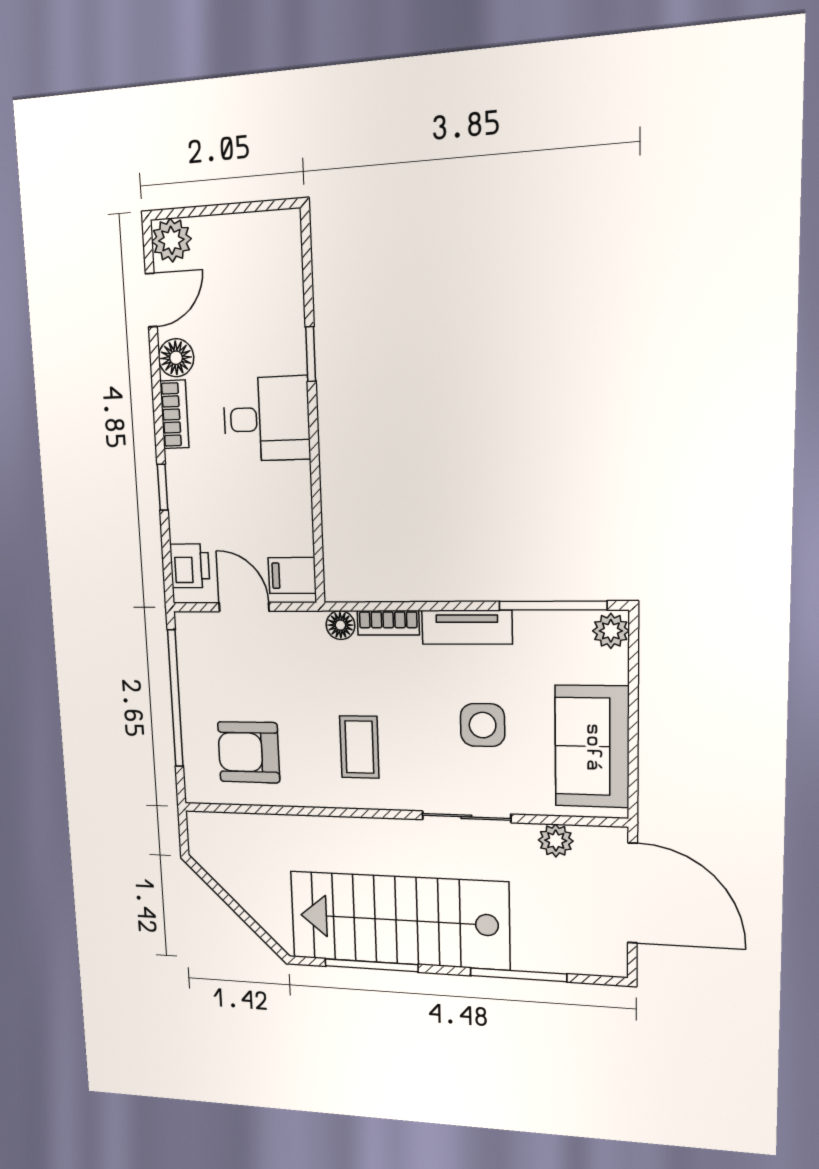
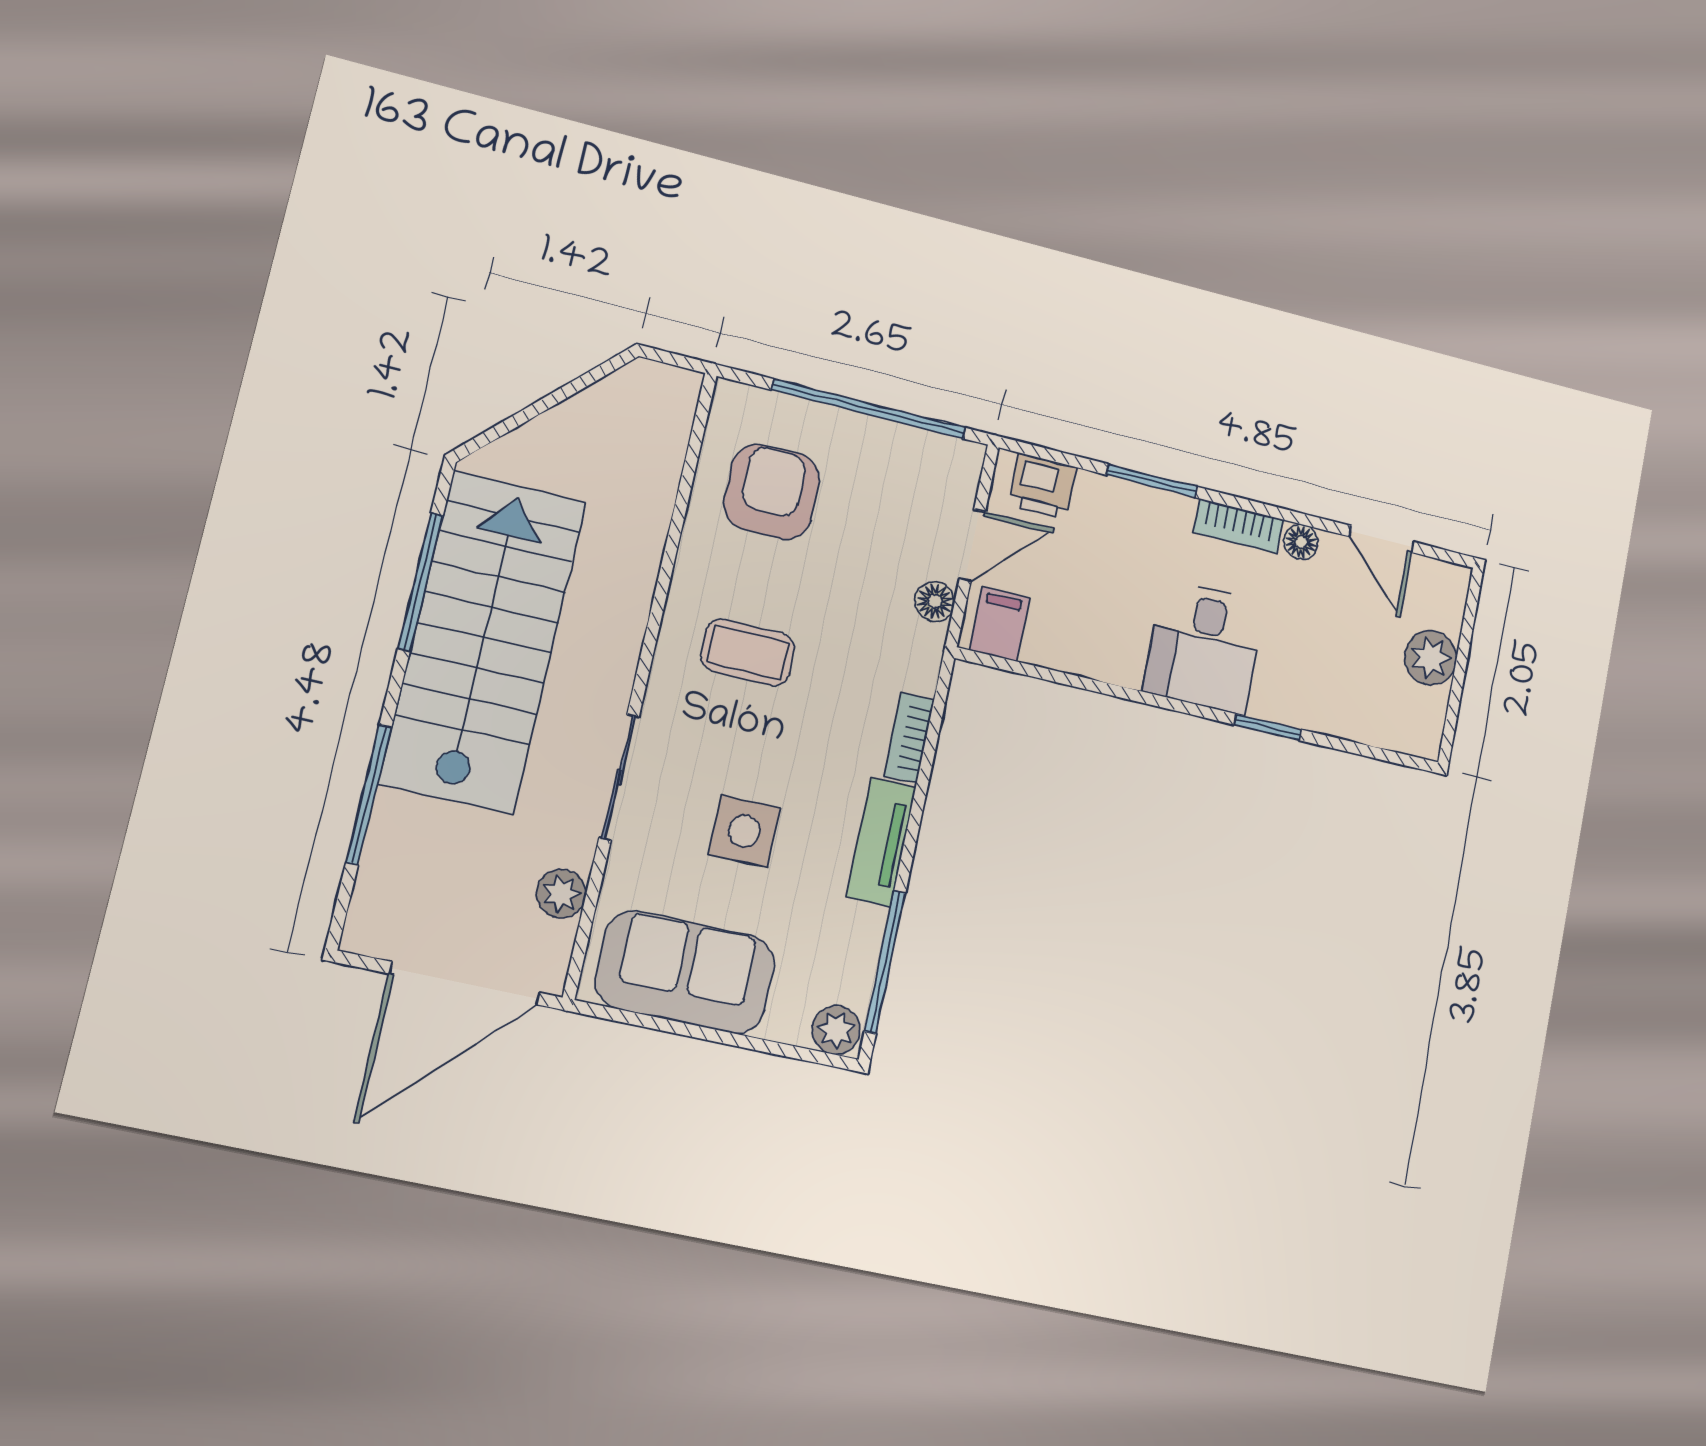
plant: (171, 240) -> (1431, 658), moved
floor lamp: (176, 358) -> (1301, 542), width x0.73, depth x0.73
window: (163, 487) -> (1152, 481), width x1.50
floor lamp: (340, 625) -> (935, 601), moved

